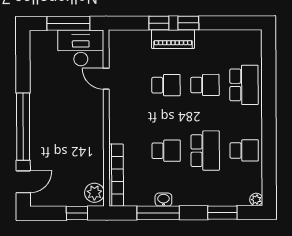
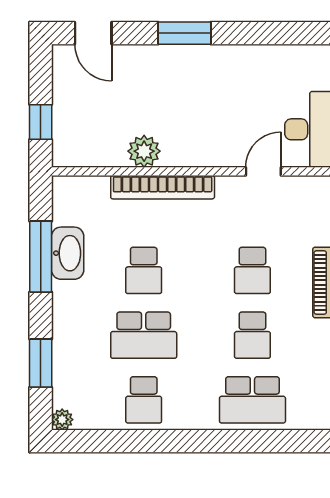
window: (23, 127) -> (185, 33), width x0.47
bookcase: (116, 175) -> (163, 187), moved
plant: (94, 193) -> (144, 151), moved
washbasin: (163, 200) -> (68, 253), width x1.91, depth x1.45

